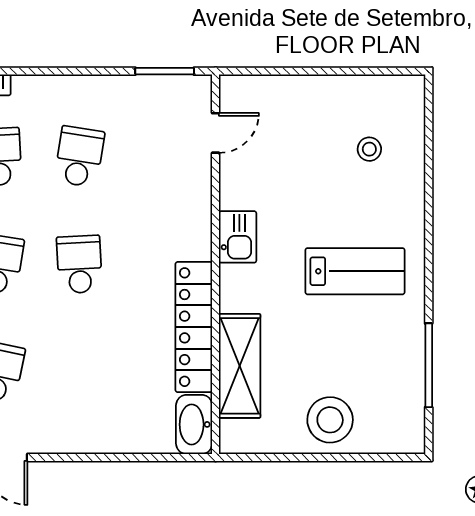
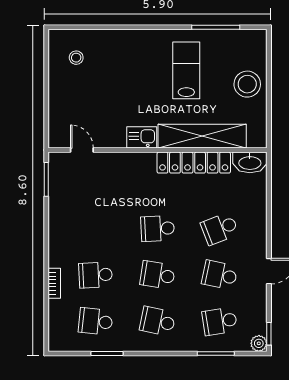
stool: (369, 149) -> (76, 58), moved
school desk: (79, 157) -> (220, 229), moved, turned -30
lab bench: (355, 271) -> (186, 70), moved
shelving: (240, 366) -> (202, 136), width x1.47

